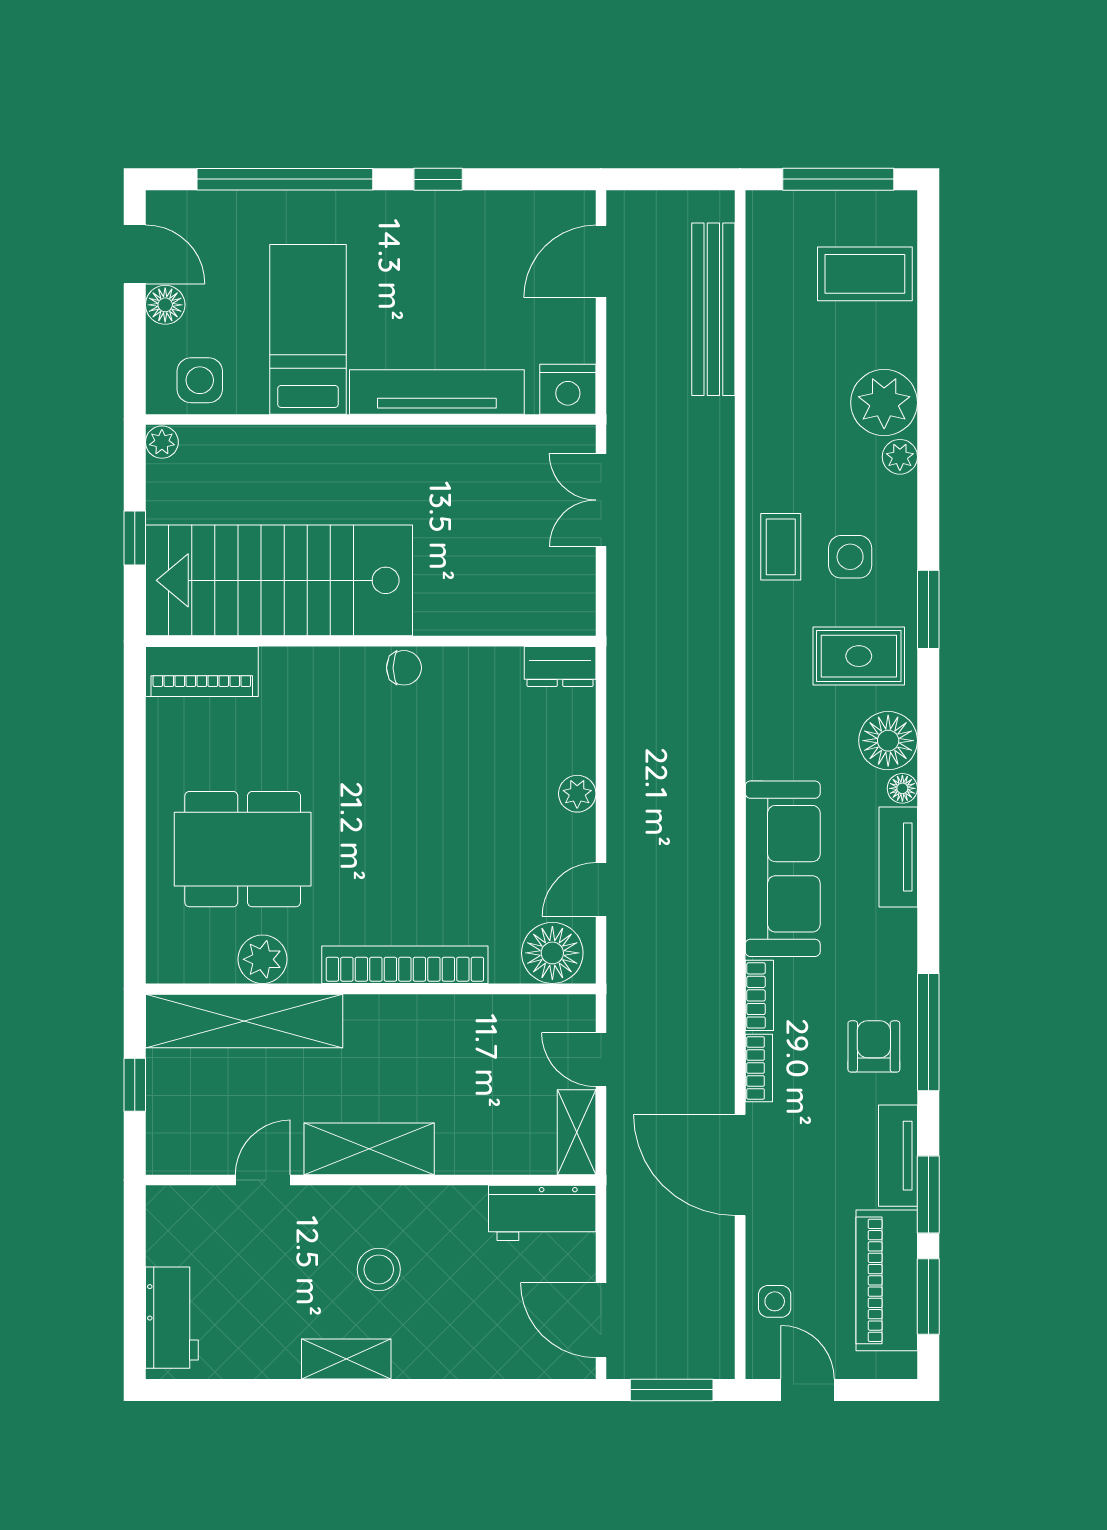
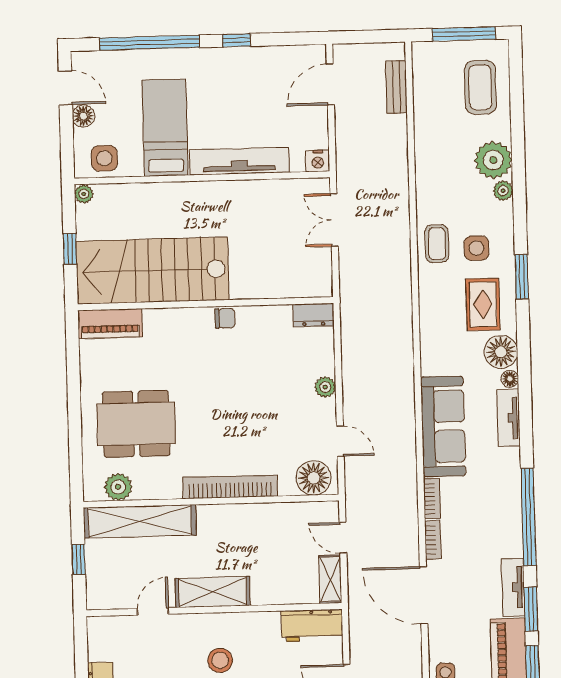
coffee table: (865, 274) -> (480, 87), turned 90
bench: (713, 309) -> (396, 87), width x0.54, depth x0.82
nightstand: (568, 389) -> (318, 161), width x0.74, depth x0.75
rug: (859, 656) -> (483, 304), turned 90
door: (601, 889) -> (340, 441), swing flipped
plant: (262, 959) -> (118, 487), moved
window: (928, 1032) -> (528, 517), width x1.46
armchair: (874, 1046) -> (498, 526), removed

